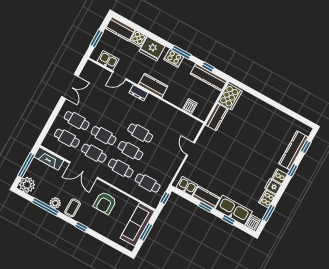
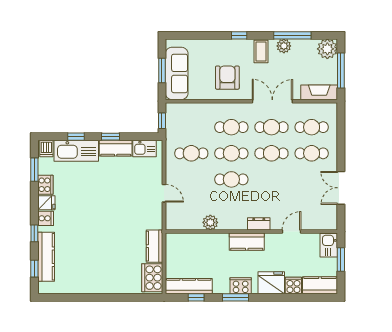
kitchen sink: (108, 60) -> (329, 245), moved, turned 90
dishwasher: (190, 106) -> (192, 241), removed
plant: (170, 112) -> (210, 222), added
cafe table: (148, 183) -> (191, 153), moved

